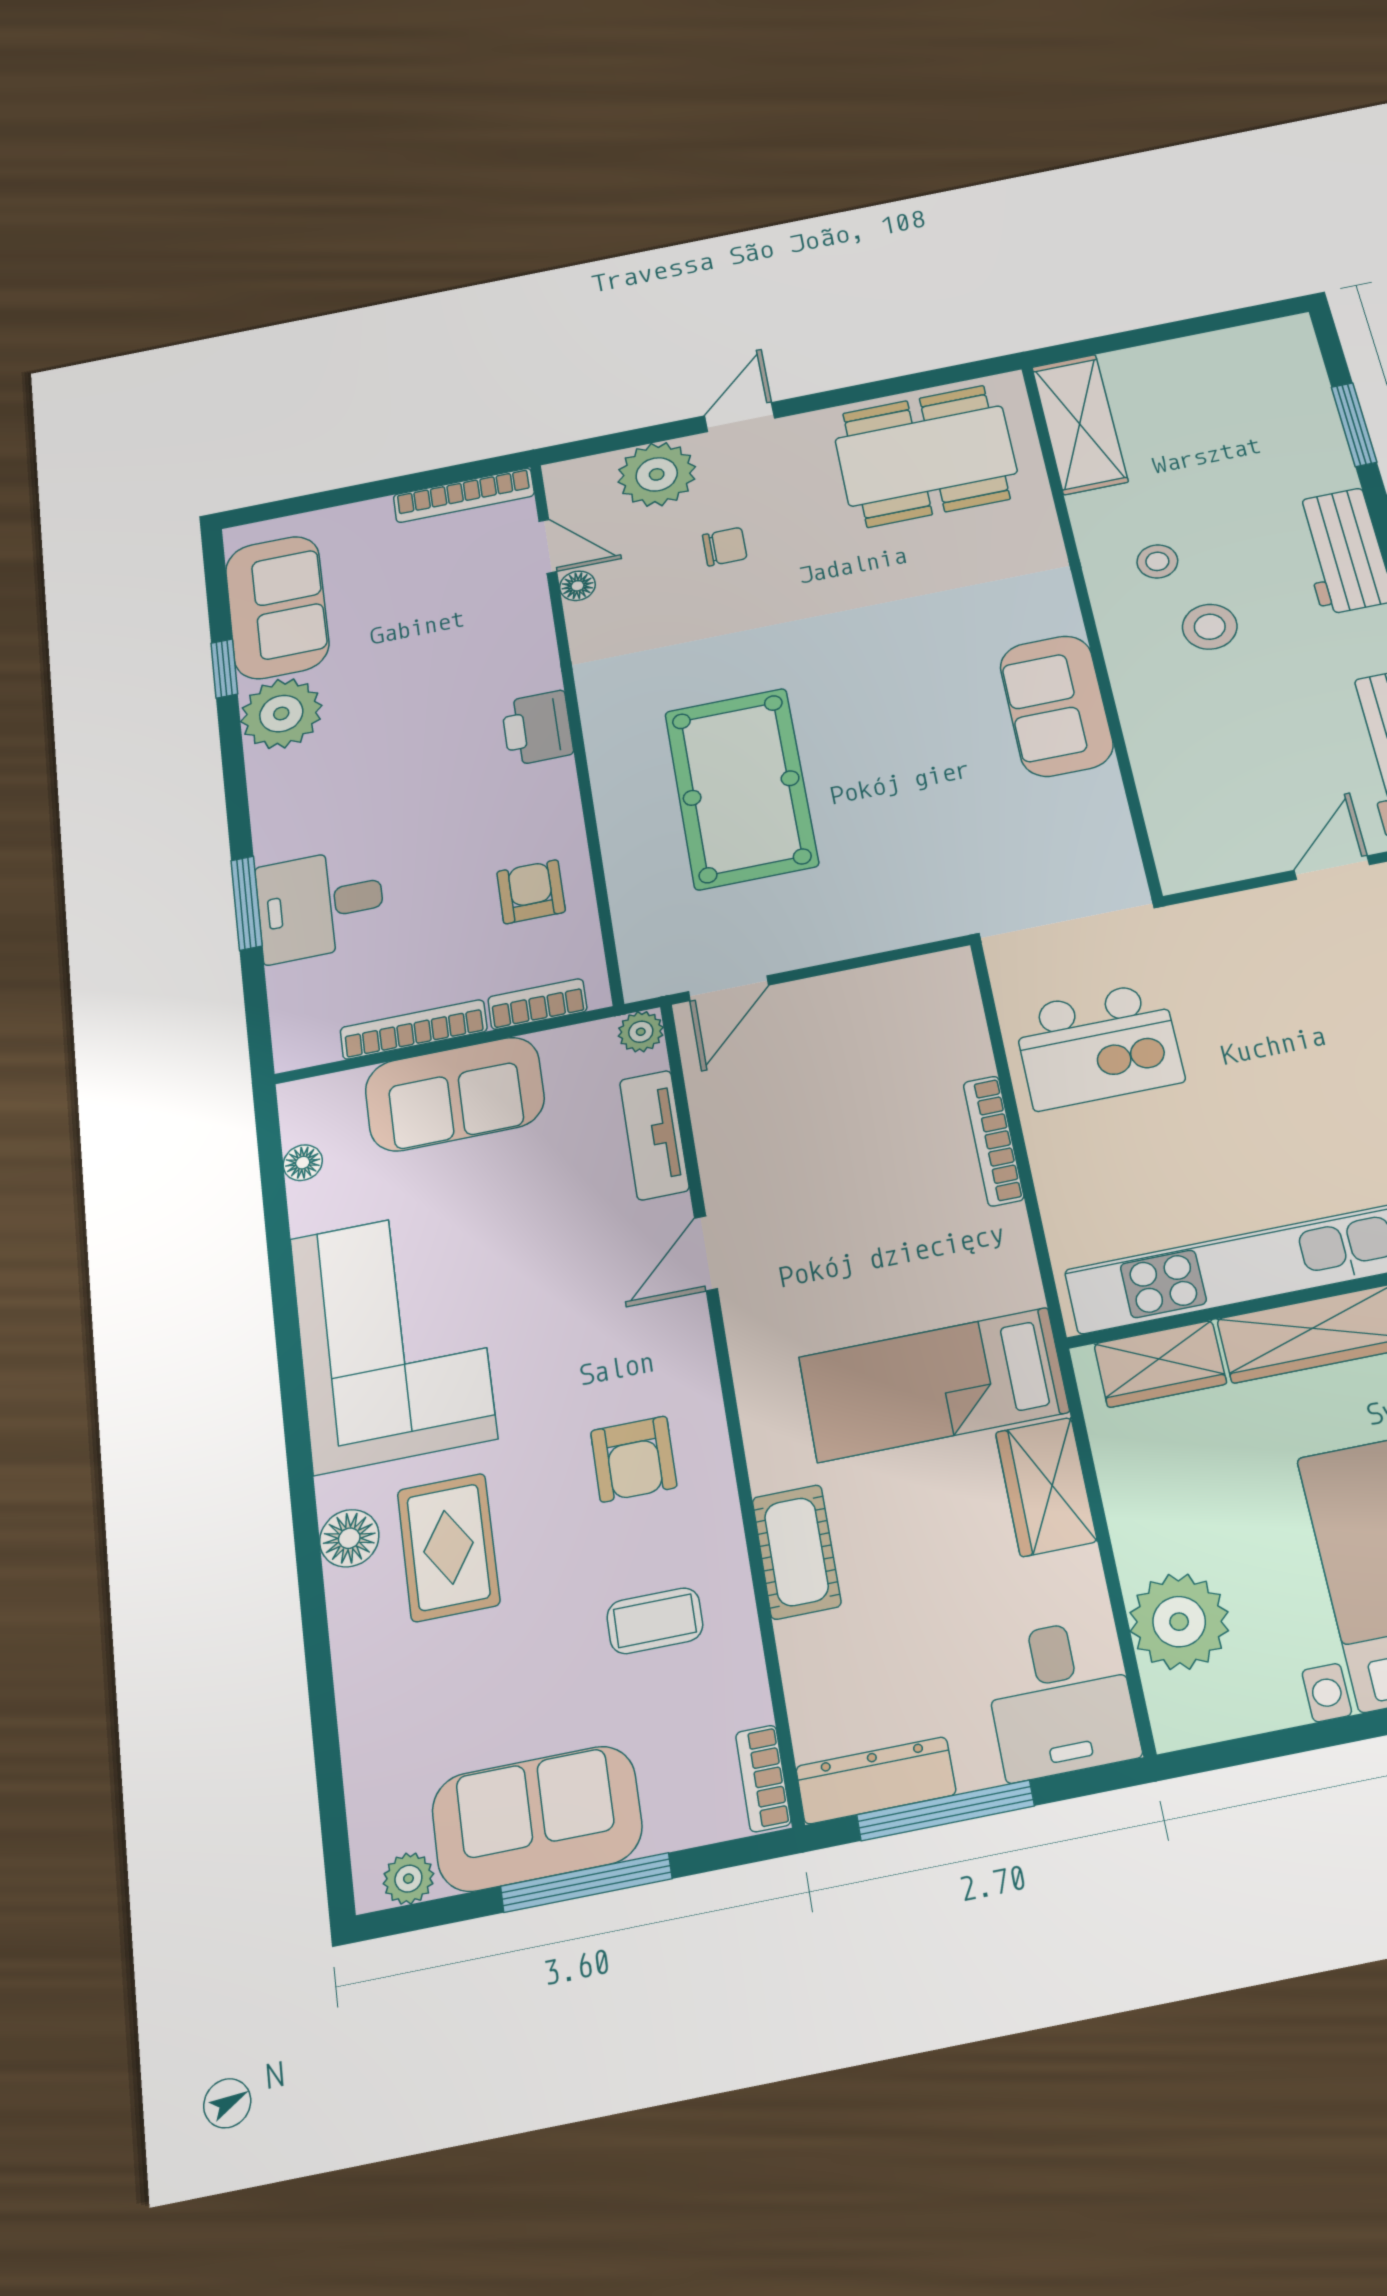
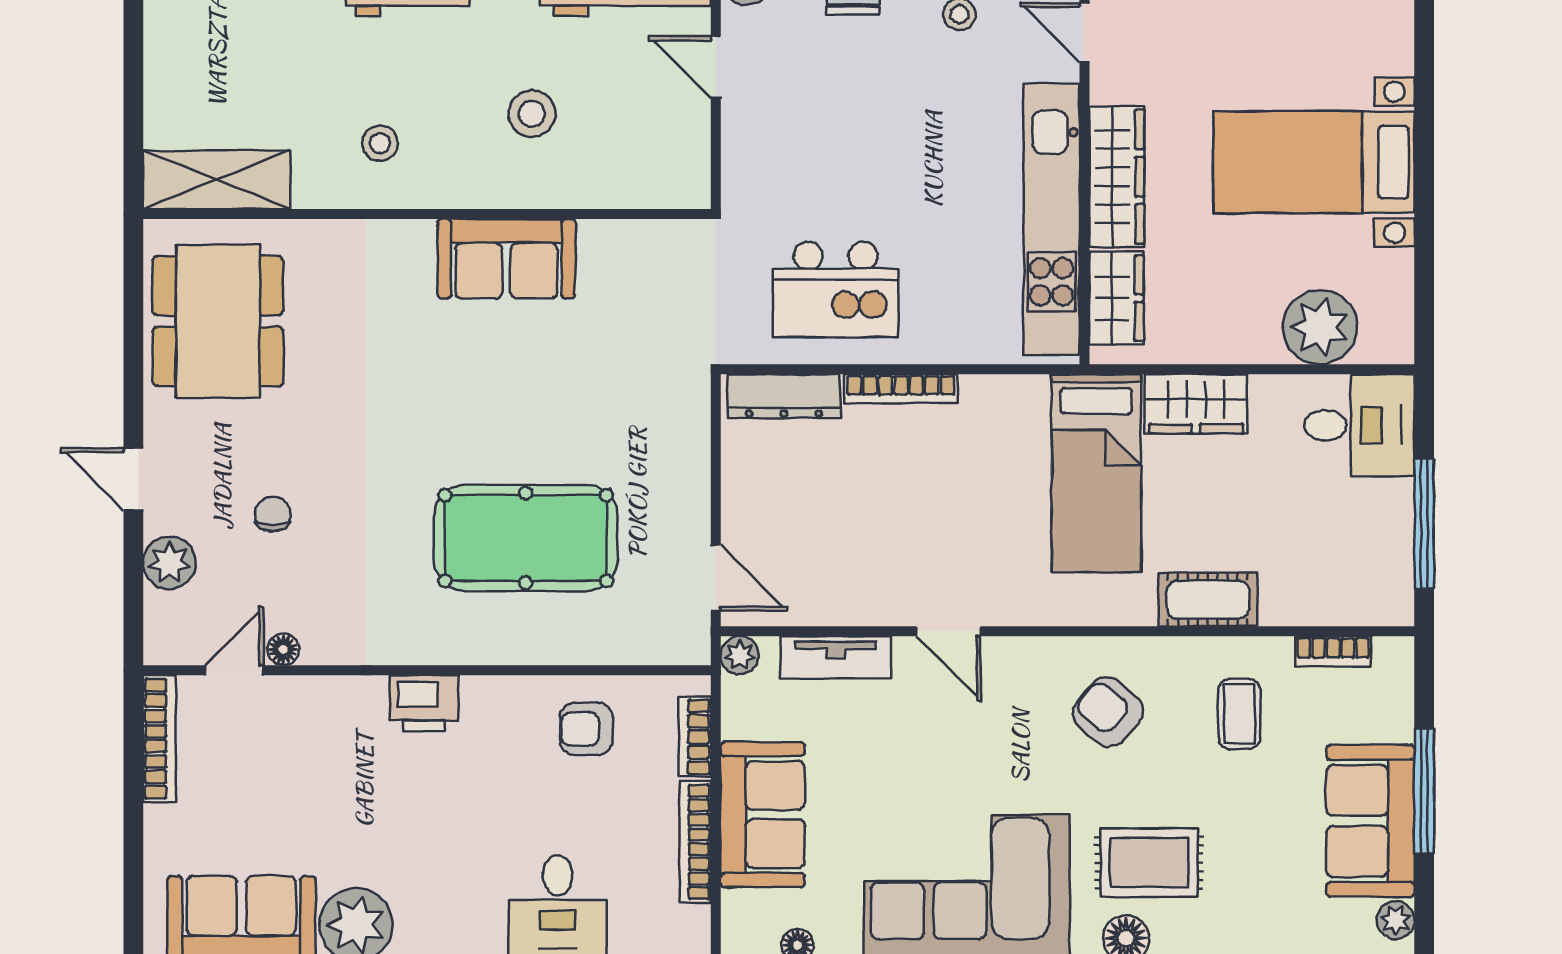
plant: (657, 474) -> (169, 563), width x0.73, depth x0.73
stool: (1210, 627) -> (532, 114), moved
kitchen island: (1098, 1046) -> (836, 289), turned 90
armchair: (634, 1459) -> (1108, 712), turned -139
bookcase: (763, 1778) -> (1333, 651), moved
dresser: (876, 1780) -> (784, 396), moved, turned -90

